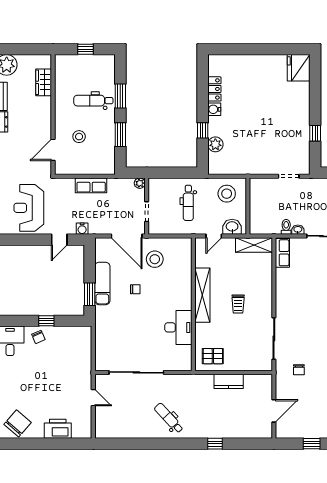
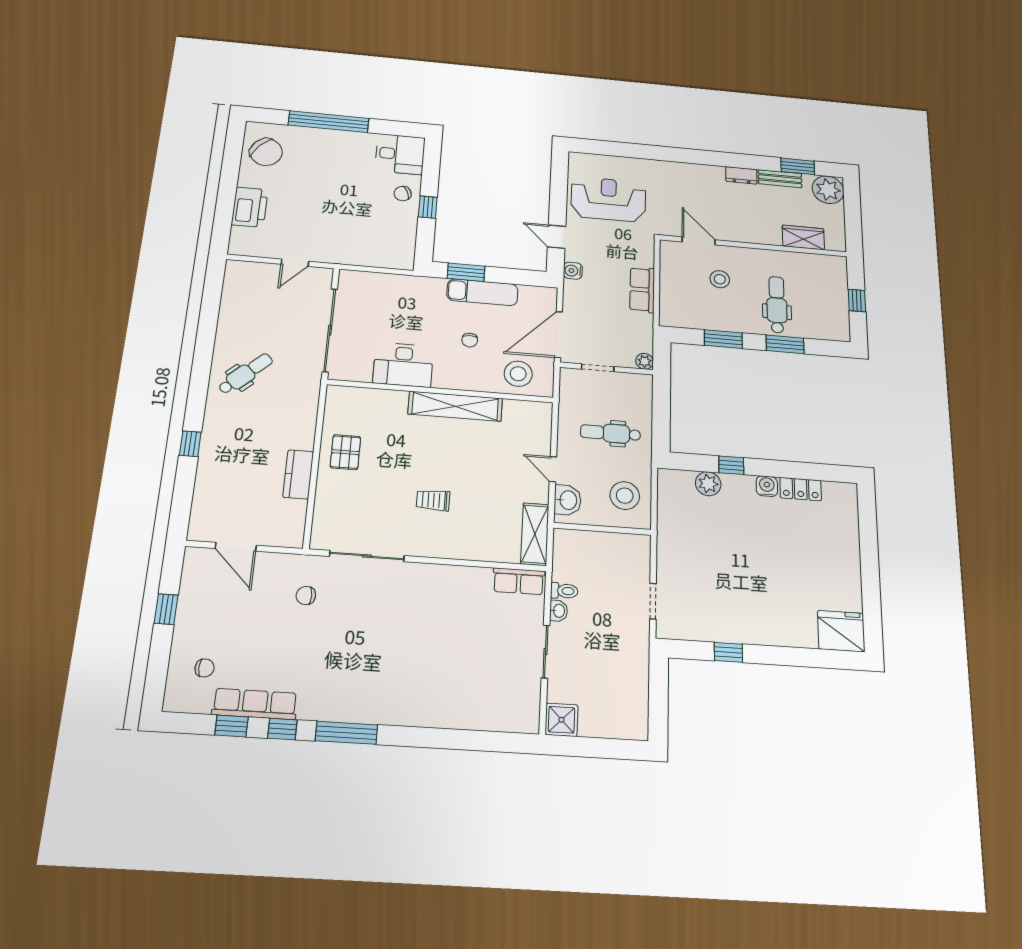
shelving: (202, 295) -> (455, 406), moved
wall: (193, 304) -> (441, 391), moved
desk: (178, 327) -> (403, 365), moved

